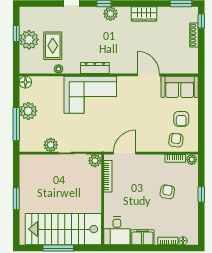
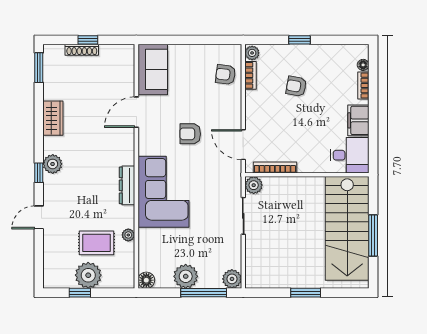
window: (201, 21) -> (88, 40), moved
armchair: (181, 119) -> (190, 134), moved, turned 180
plant: (51, 145) -> (232, 279), moved

